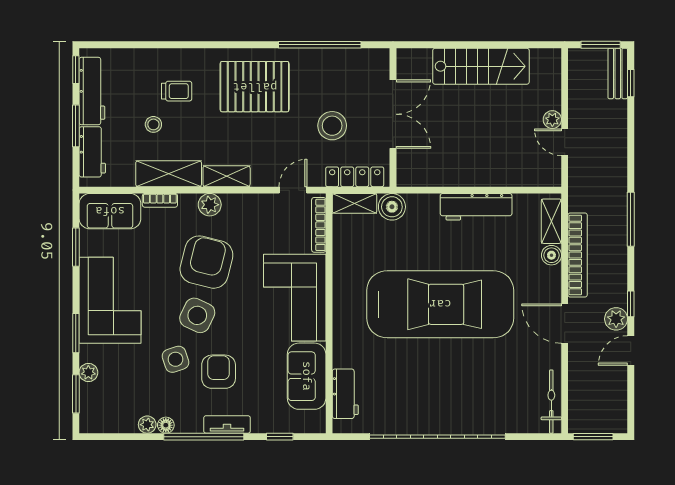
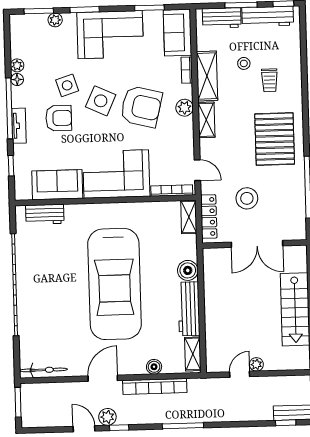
boiler: (392, 207) -> (188, 270), moved
shelving: (551, 221) -> (193, 354), moved, turned 90

